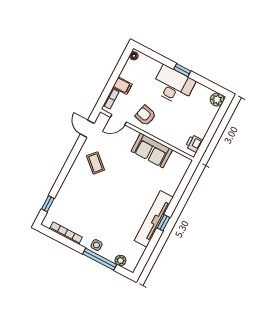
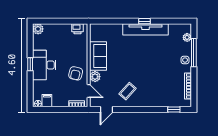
filing cabinet: (122, 86) -> (47, 101), moved
plant: (131, 135) -> (95, 77), added

